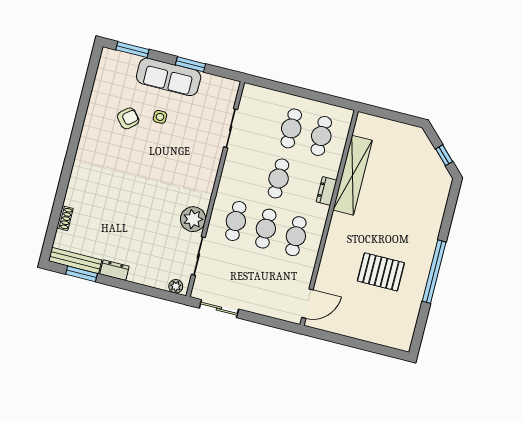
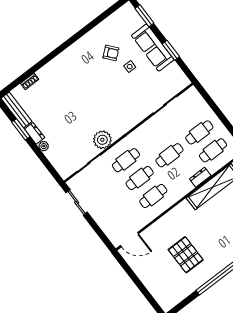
dresser: (327, 191) -> (200, 177), moved
window: (82, 274) -> (21, 129), moved
plant: (176, 286) -> (44, 146), moved

